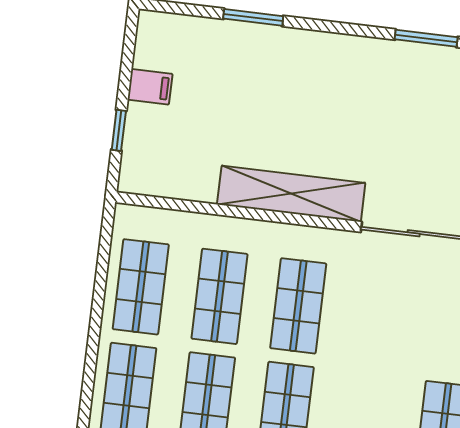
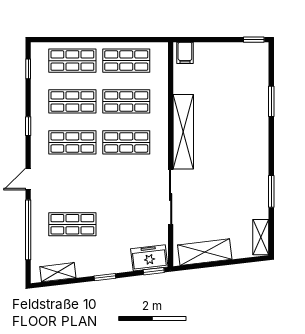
filing cabinet: (150, 87) -> (185, 53), moved
window: (119, 130) -> (254, 40), moved

